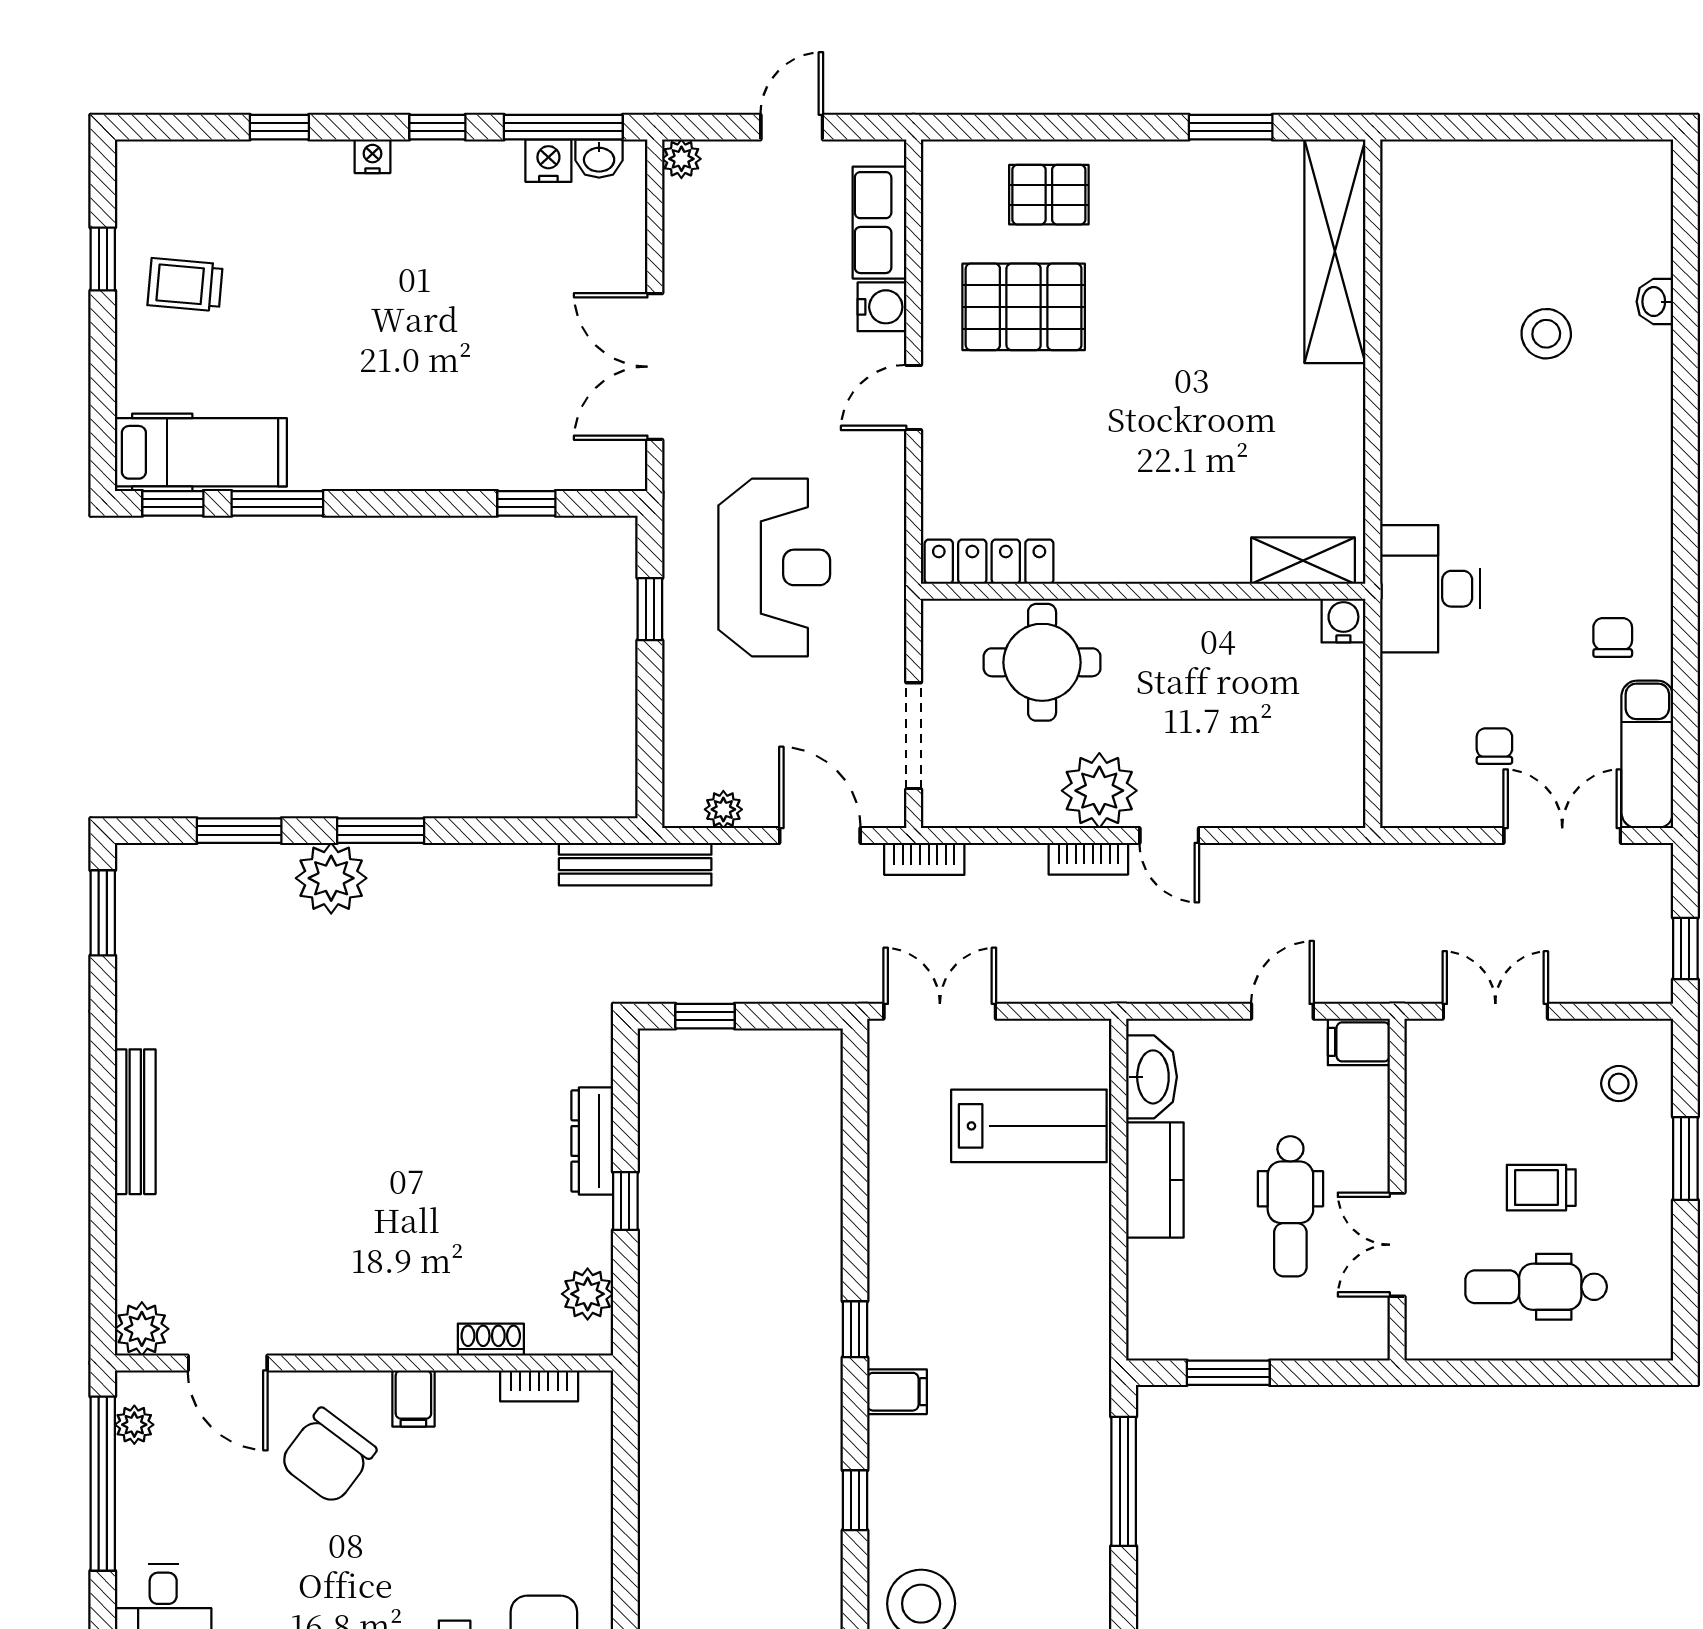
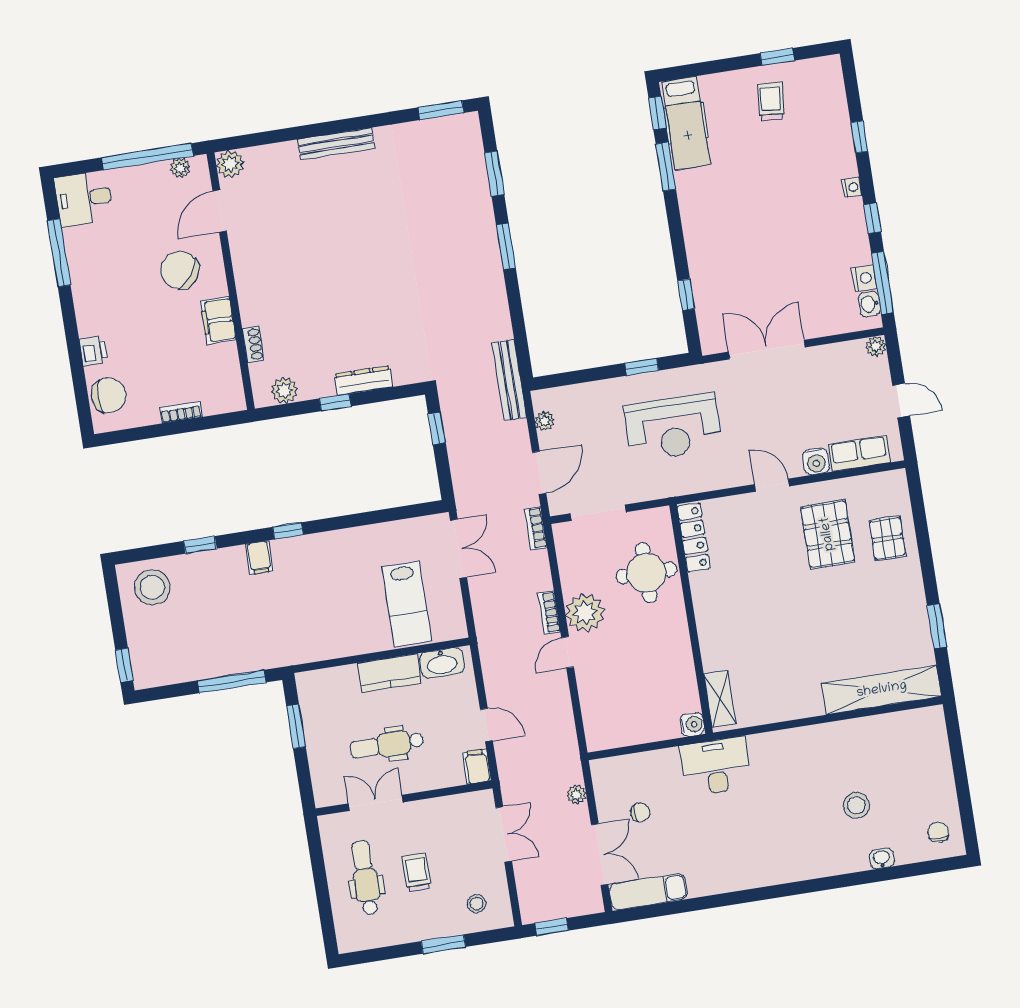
chair: (1613, 637) -> (938, 832), moved, turned -90
plant: (331, 878) -> (576, 795), moved, width x0.53, depth x0.53
bookcase: (539, 1386) -> (181, 412), moved, turned 90
filing cabinet: (413, 1398) -> (218, 320), width x2.00

